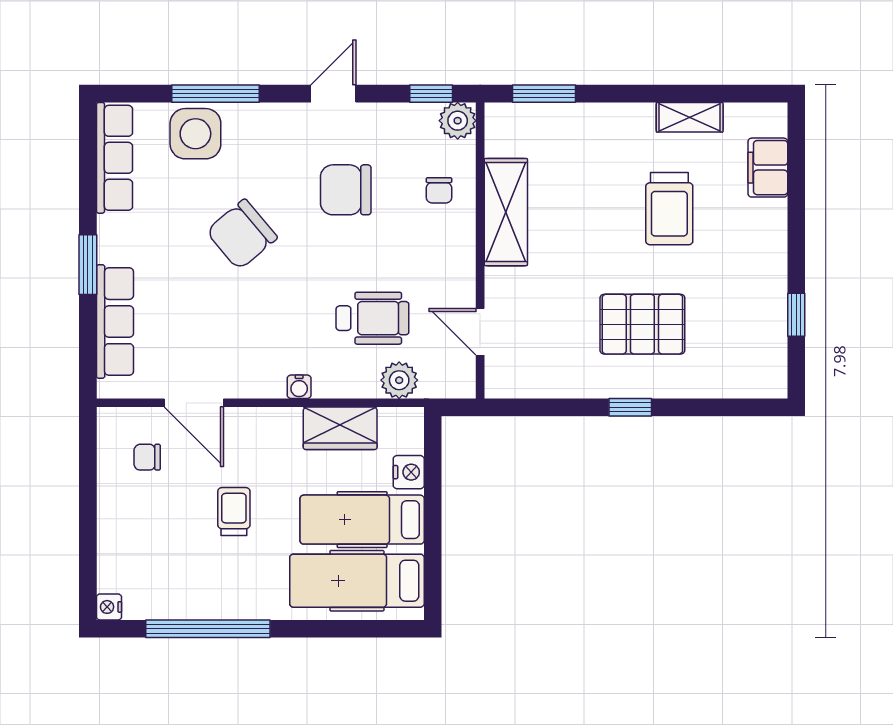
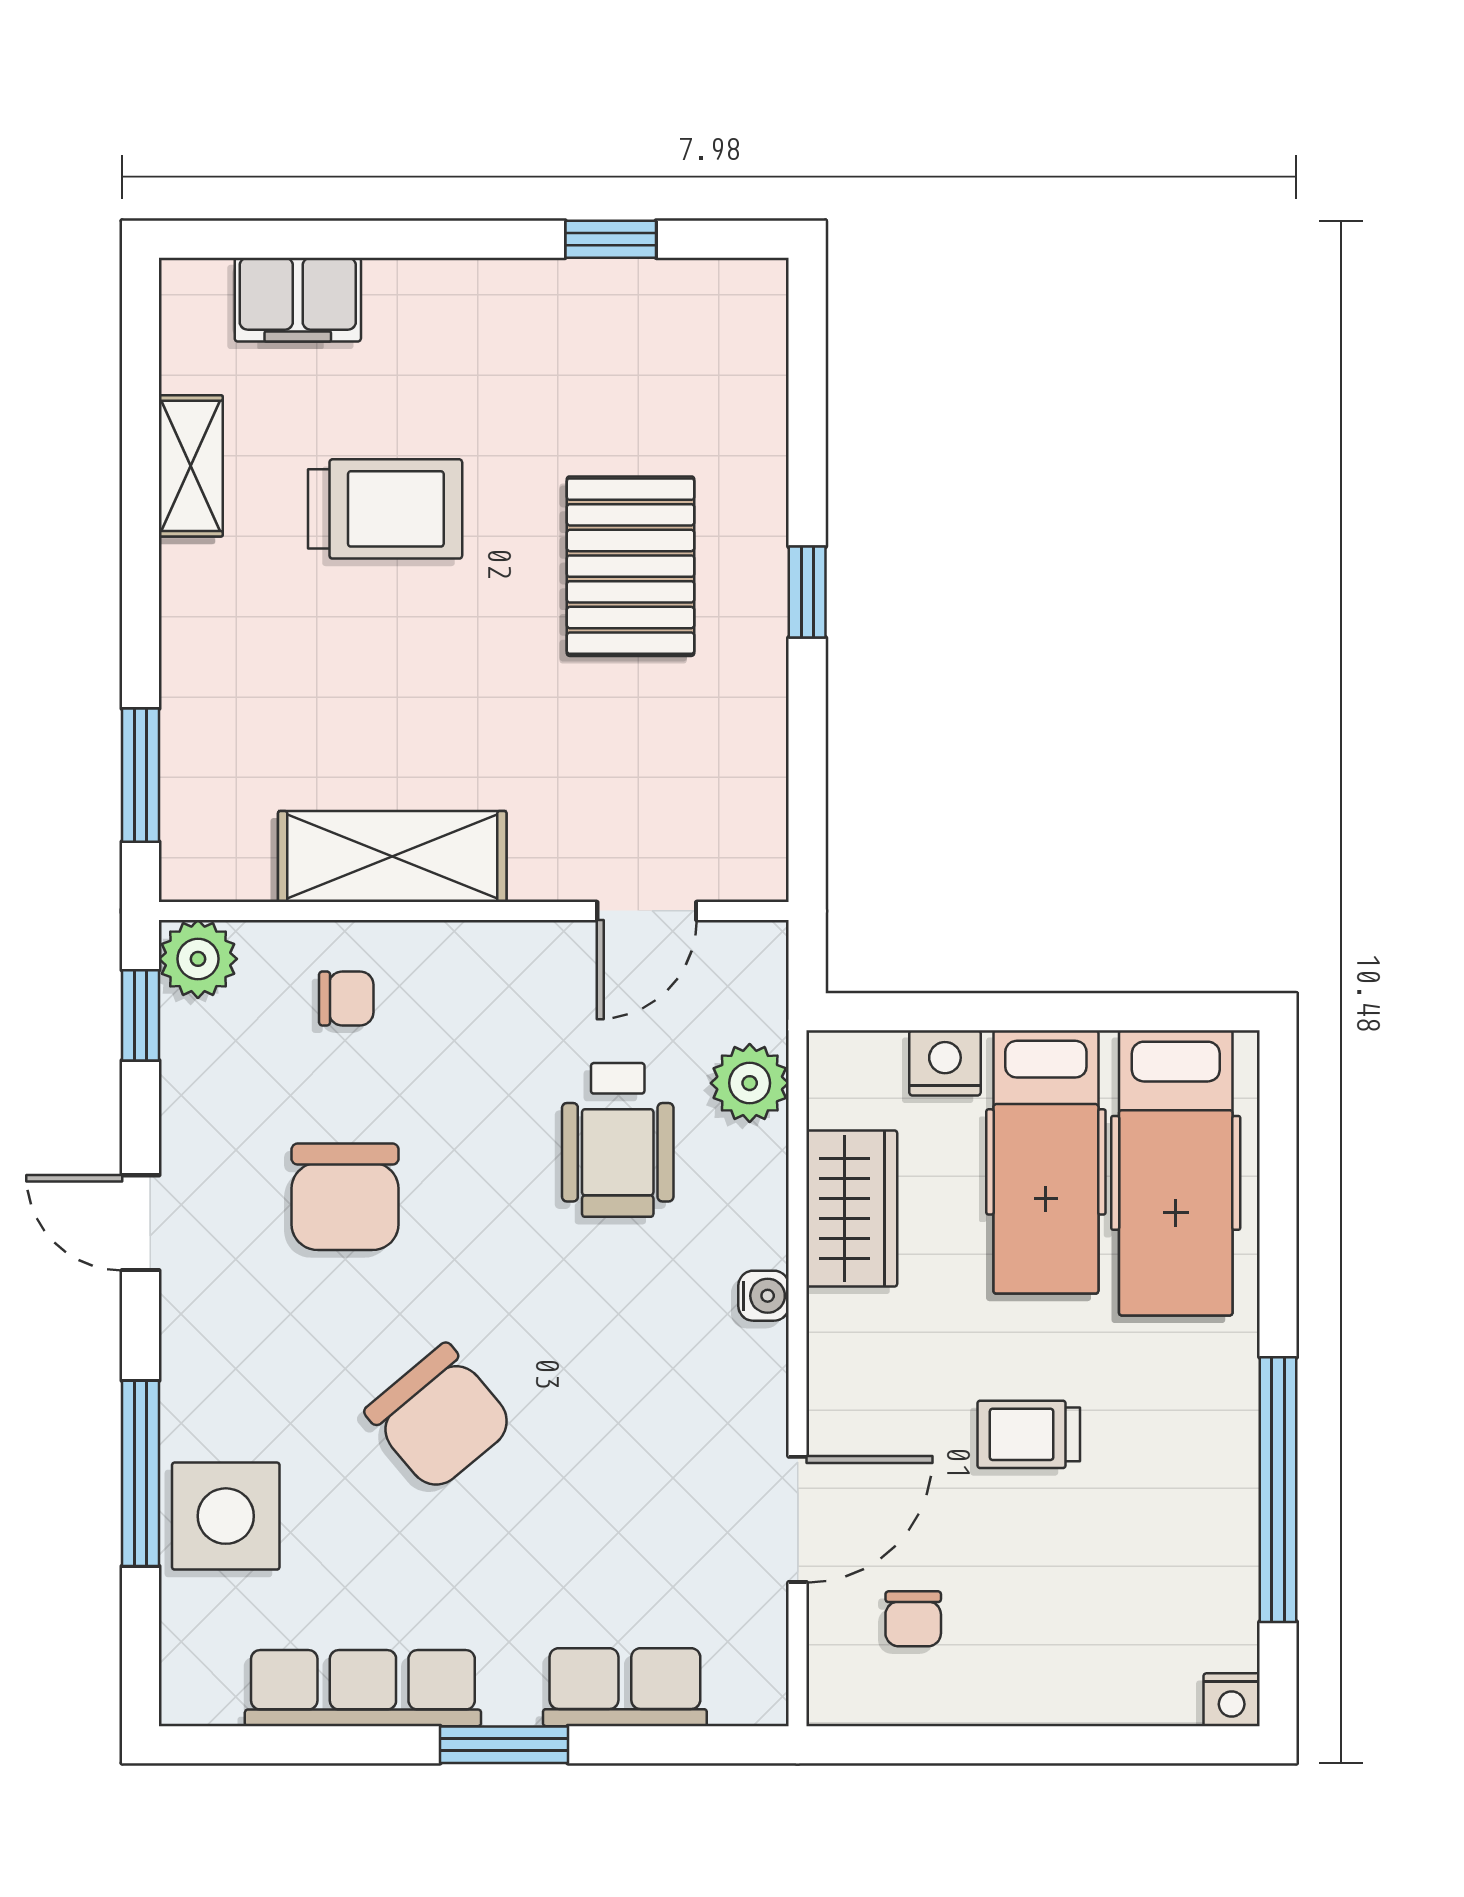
row of seats: (115, 158) -> (363, 1688), moved
wheelchair: (372, 318) -> (618, 1140), turned 180
row of seats: (115, 322) -> (625, 1687), width x0.68

